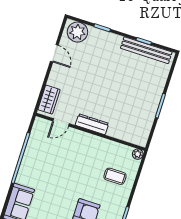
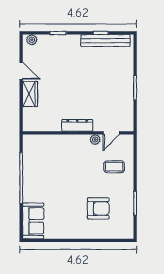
plant: (77, 32) -> (32, 40), width x0.53, depth x0.53
wardrobe: (49, 100) -> (30, 94), moved
door: (61, 122) -> (111, 133), moved
plant: (138, 154) -> (95, 139), moved

